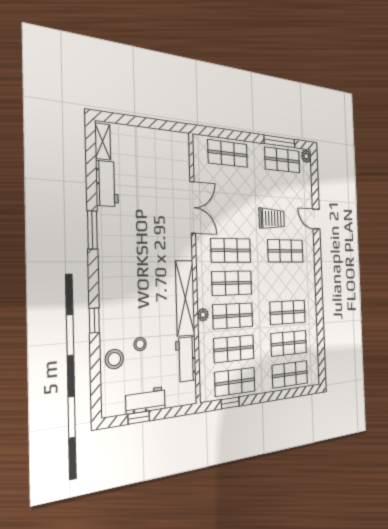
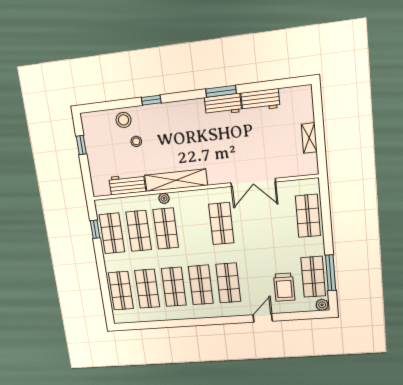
shelving: (103, 142) -> (309, 138), moved, turned 90
trolley: (272, 219) -> (284, 287), moved
shop shelf: (232, 283) -> (201, 285), moved
workbench: (146, 400) -> (223, 105), moved, turned 90

